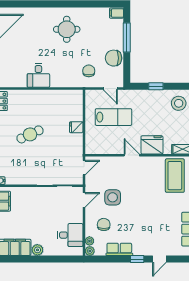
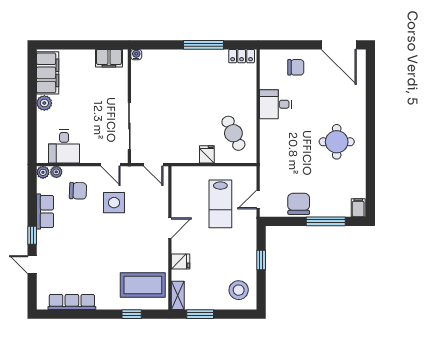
chair: (89, 71) -> (296, 67), moved
cafe table: (30, 134) -> (233, 133), moved
fridge: (152, 145) -> (180, 261), width x0.53, depth x0.75

